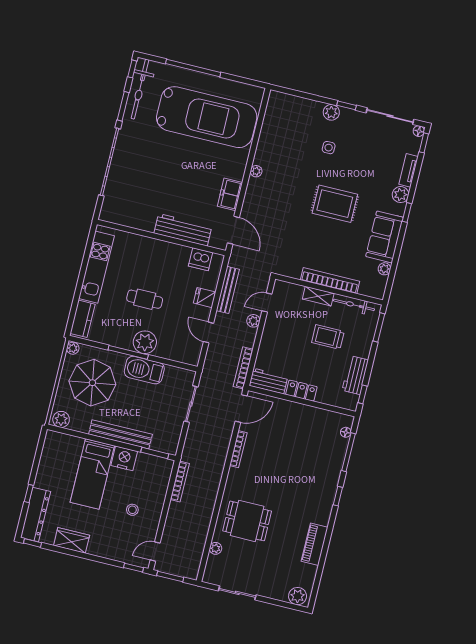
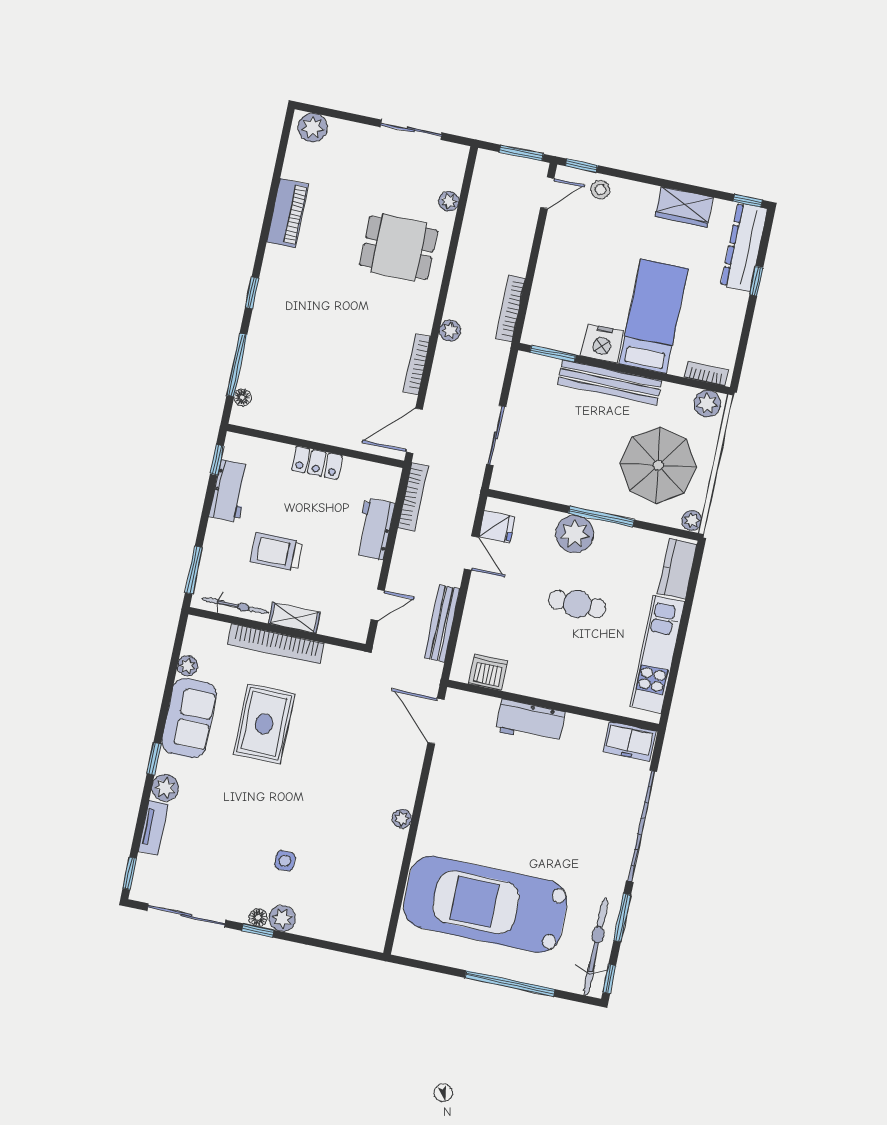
floor lamp: (419, 131) -> (258, 917), moved
freezer: (230, 194) -> (630, 741), moved, turned 90
rug: (335, 204) -> (264, 724), moved, turned 90
workbench: (183, 230) -> (530, 722), width x0.73
fridge: (205, 298) -> (497, 527), moved
plant: (253, 321) -> (450, 331), moved
trolley: (328, 337) -> (276, 552), turned 180
barbecue: (144, 370) -> (574, 488), removed
workbench: (268, 381) -> (374, 529), moved, turned 90
bookcase: (61, 438) -> (706, 374), added
stool: (132, 510) -> (600, 190), moved

